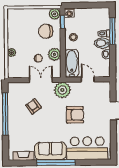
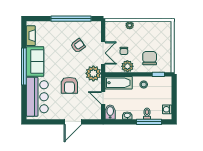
washing machine: (69, 13) -> (167, 109), moved
plant: (55, 14) -> (166, 67), removed
bidet: (102, 43) -> (110, 112), moved
door: (88, 79) -> (103, 98), swing flipped

